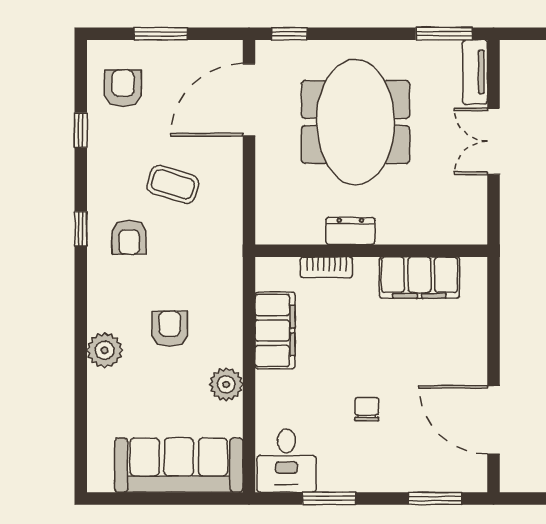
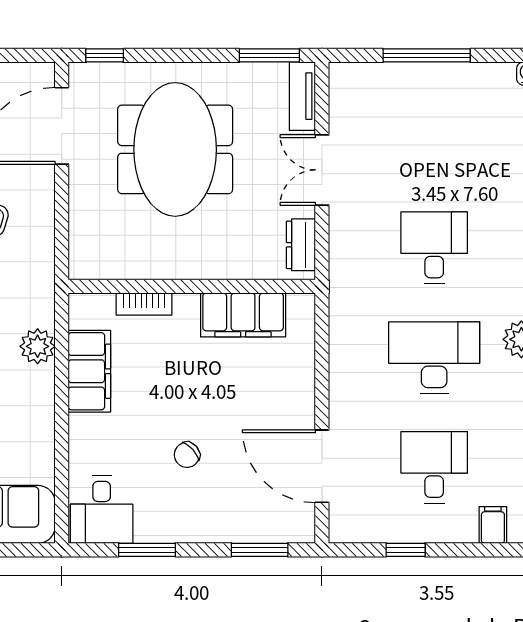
dresser: (350, 231) -> (301, 245), moved, turned -90
plant: (226, 384) -> (38, 346), moved
chair: (367, 409) -> (187, 455), turned -132

